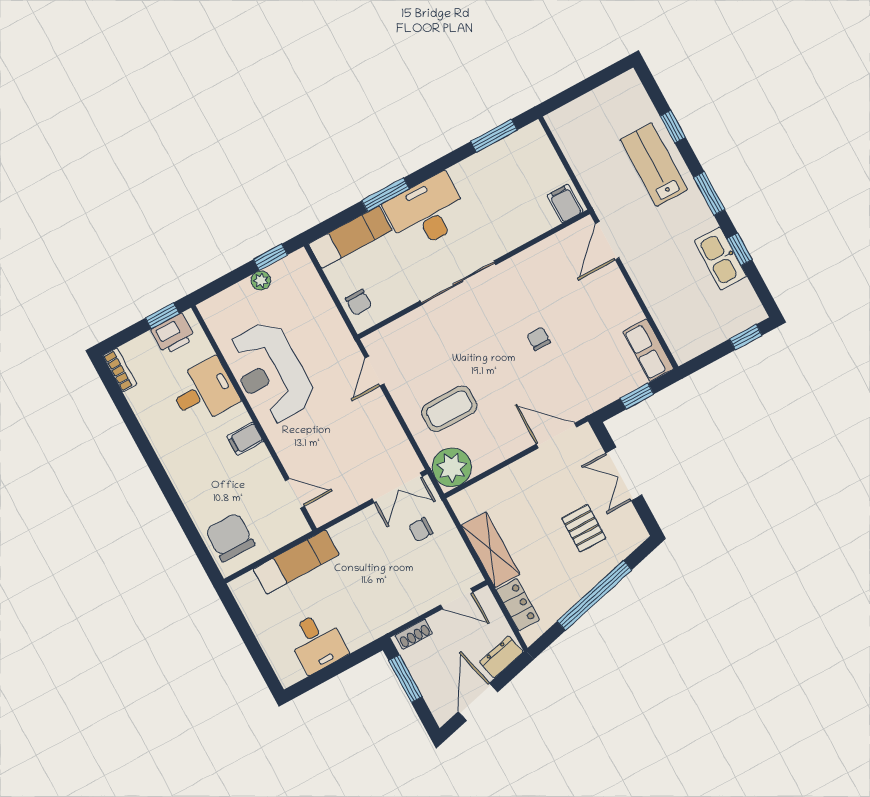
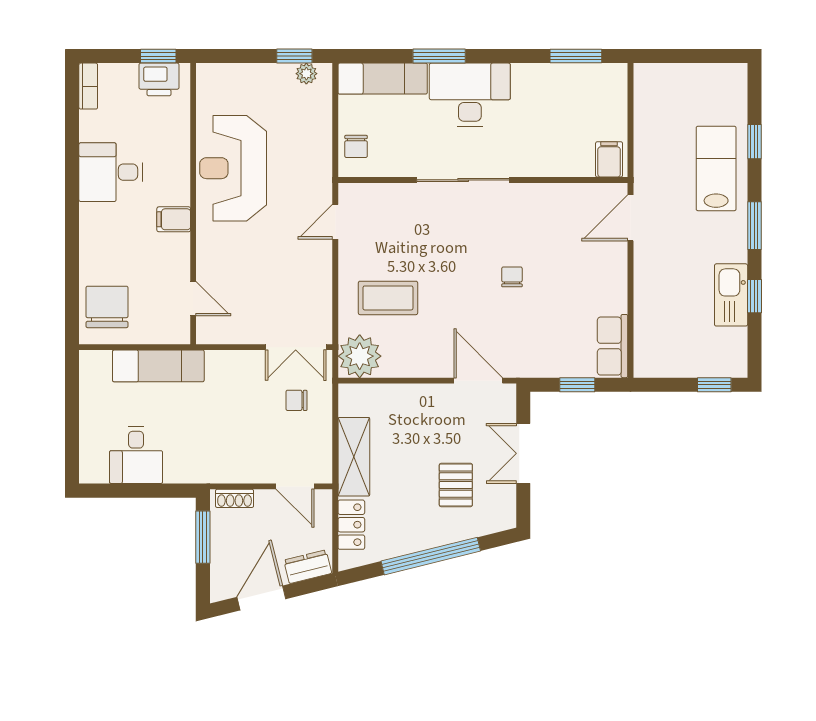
plant: (261, 280) -> (306, 74), moved
desk: (204, 391) -> (111, 172), moved, turned 180

